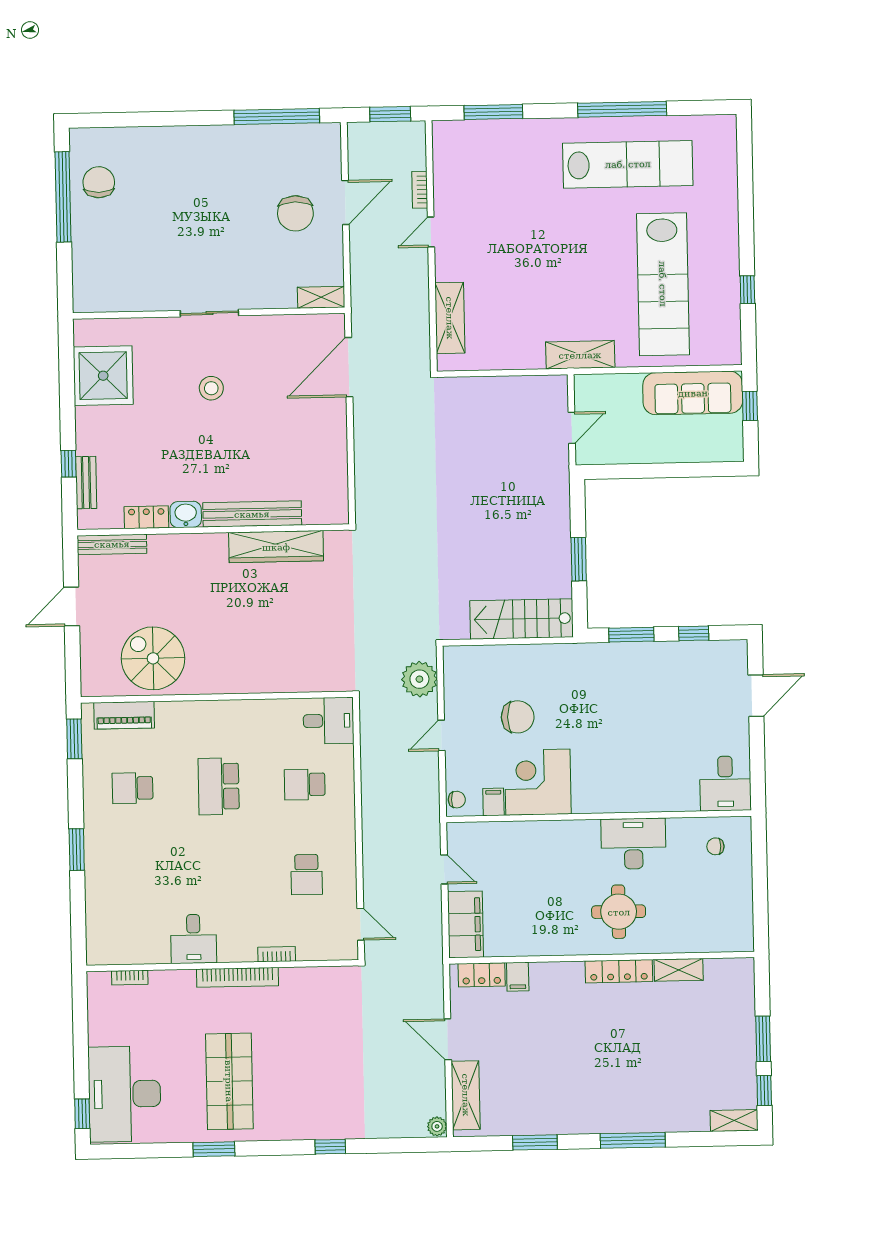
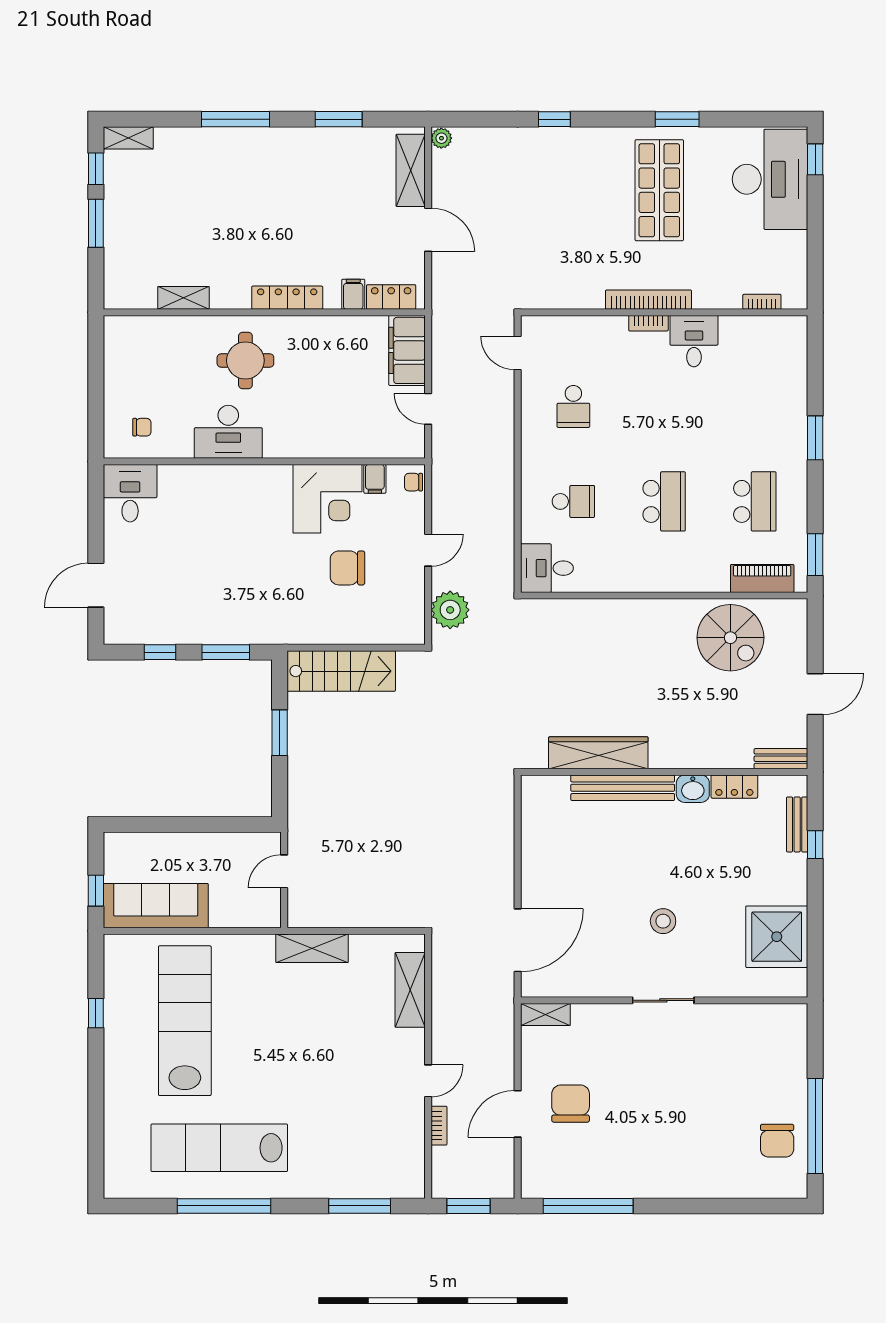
shelving: (580, 355) -> (312, 948), moved
bench: (112, 544) -> (781, 759), width x0.73
school desk: (133, 788) -> (755, 501), width x1.85
school desk: (307, 875) -> (573, 406), turned 180
bookcase: (277, 954) -> (648, 323), moved
locker: (619, 971) -> (287, 298), moved

